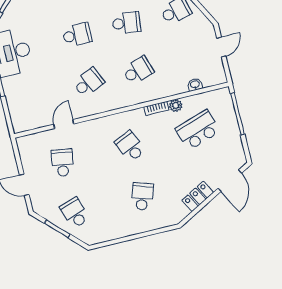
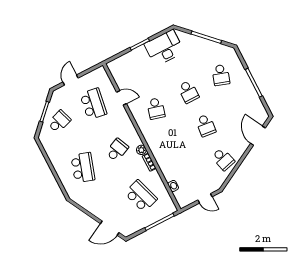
school desk: (138, 71) -> (173, 142), removed
school desk: (89, 83) -> (156, 109), turned 39
plant: (176, 106) -> (141, 150), moved
school desk: (63, 163) -> (93, 104), width x1.85
locker: (198, 196) -> (93, 208), removed
school desk: (142, 197) -> (83, 168), width x1.85

